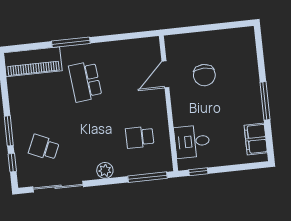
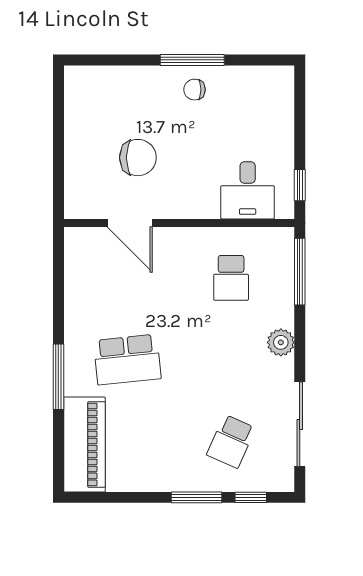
chair: (248, 104) -> (194, 90), added
filing cabinet: (256, 139) -> (255, 82), removed

